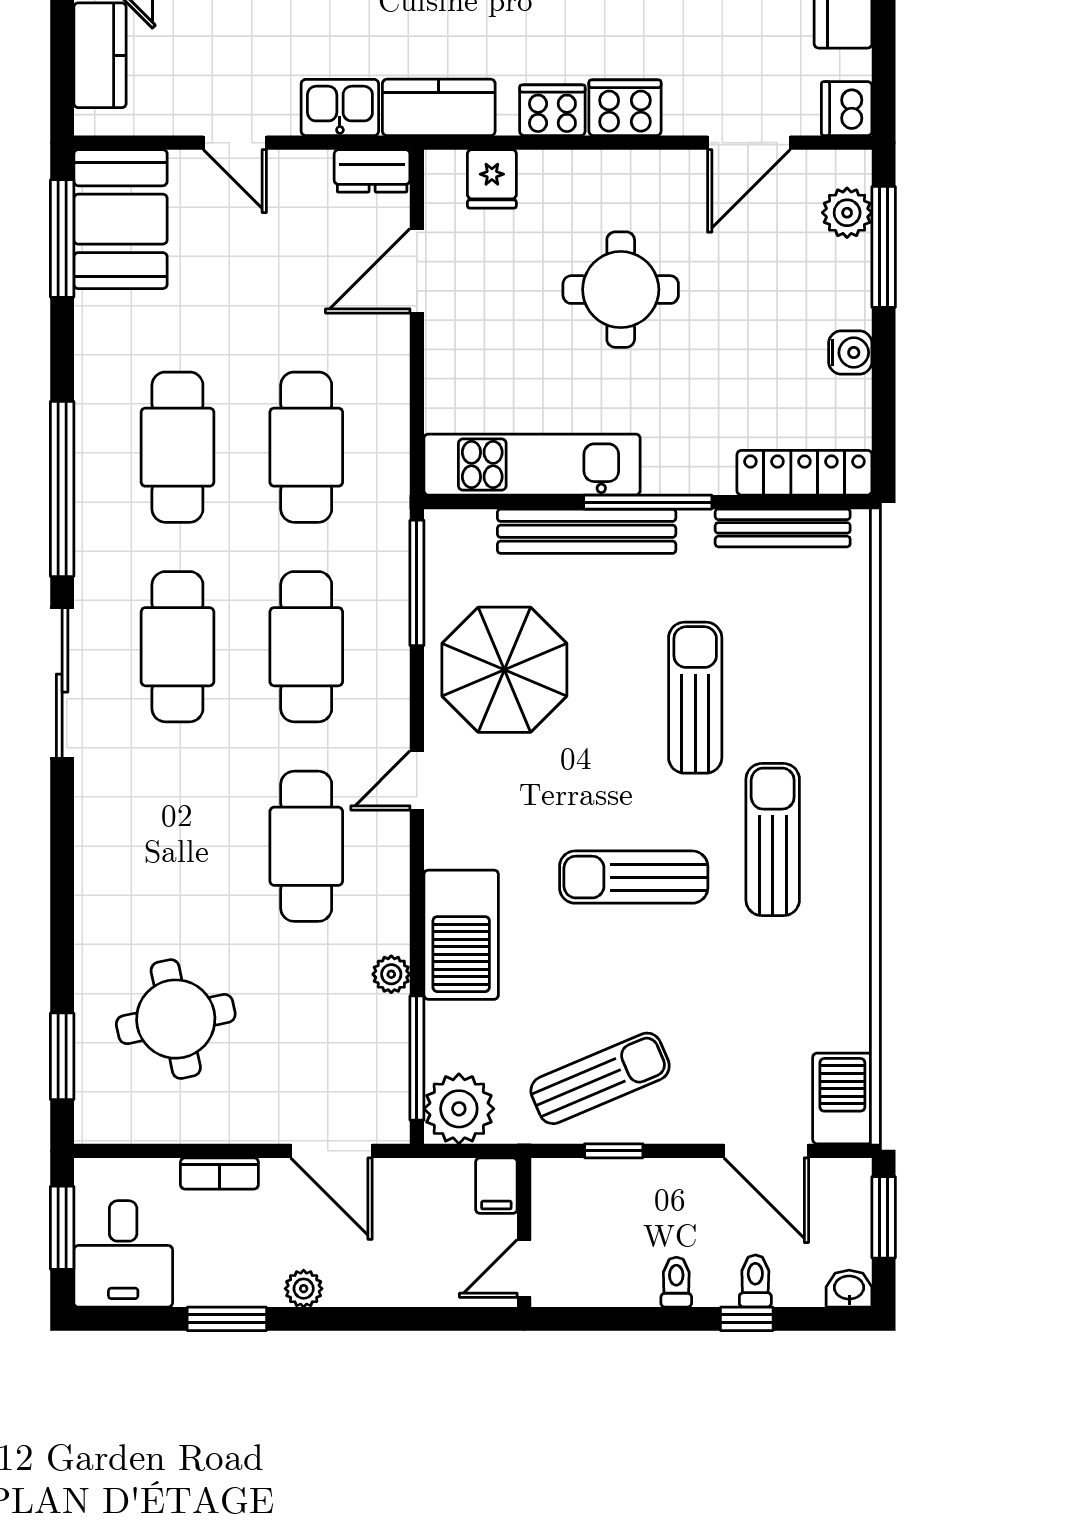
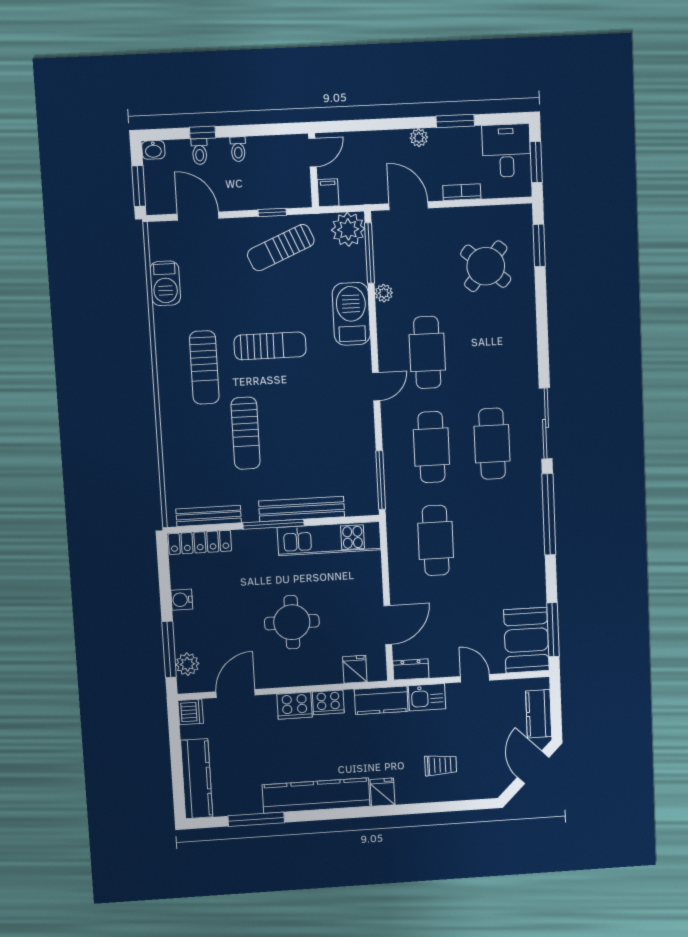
cafe table: (177, 447) -> (496, 537), removed
parasol: (504, 670) -> (337, 441), removed
round table: (176, 1019) -> (486, 266), turned -38
barbecue: (842, 1098) -> (165, 283), moved

